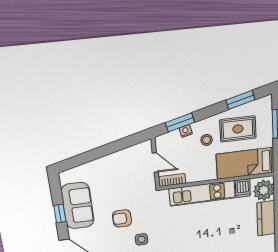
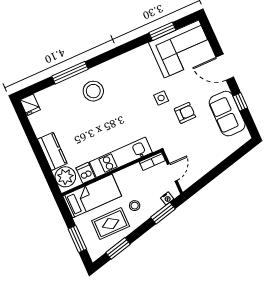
nightstand: (186, 131) -> (167, 198), moved
door: (155, 163) -> (172, 172), swing flipped

